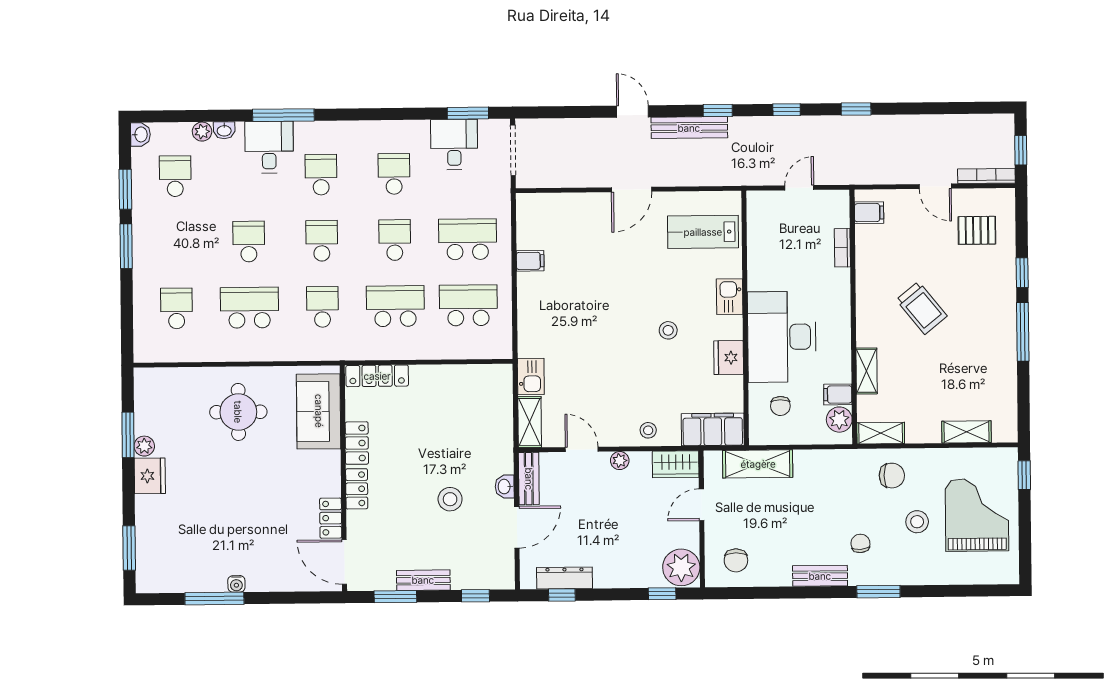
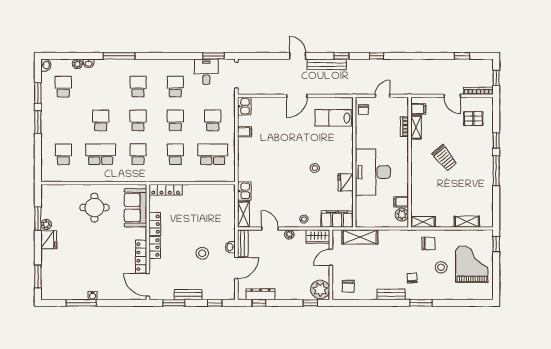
window: (856, 109) -> (462, 56), moved
desk: (269, 147) -> (112, 72), removed
school desk: (468, 239) -> (213, 120), width x0.54
kitchen sink: (730, 297) -> (244, 106), moved, turned 180
school desk: (395, 306) -> (175, 154), width x0.54
shelving: (867, 371) -> (416, 127), moved
chair: (780, 406) -> (363, 110), moved
locker: (331, 518) -> (141, 257), width x1.53

